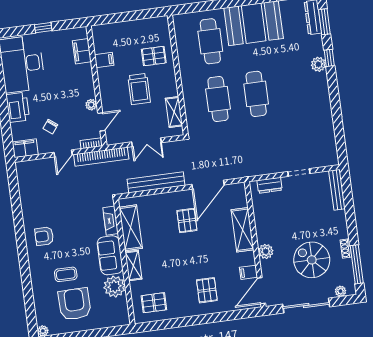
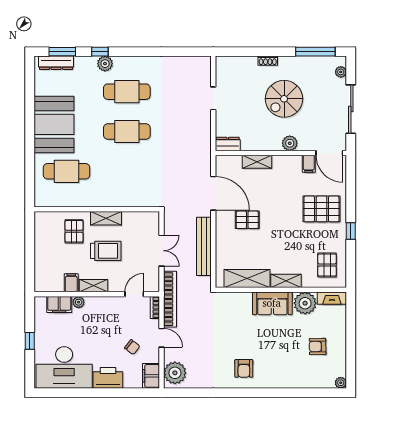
shelving: (104, 82) -> (93, 286), added
cafe table: (218, 99) -> (127, 92), moved
plant: (91, 105) -> (79, 302), moved
shelving: (174, 112) -> (106, 218), moved
door: (101, 122) -> (134, 294), hinge flipped
plant: (31, 171) -> (175, 373), added
dresser: (270, 185) -> (228, 144), moved, turned -90
bench: (337, 190) -> (236, 62), removed
fireplace: (111, 221) -> (332, 298), moved
shelving: (243, 230) -> (257, 162), width x0.67, depth x0.75
shoe rack: (346, 248) -> (268, 61), moved
spiral stairs: (312, 260) -> (284, 99), moved
coffee table: (66, 274) -> (286, 352), removed
pallet: (207, 290) -> (321, 209), width x1.50, depth x1.42
armchair: (75, 304) -> (318, 346), width x0.53, depth x0.53
window: (189, 321) -> (351, 231), added

